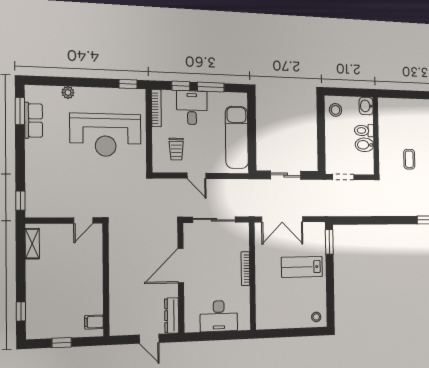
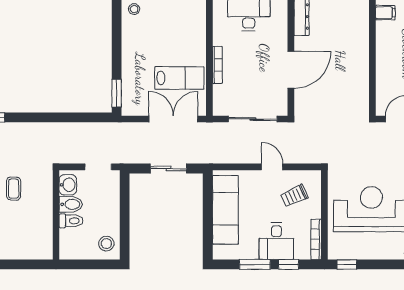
washbasin: (366, 106) -> (68, 185), moved
trolley: (176, 149) -> (294, 196), turned -114
lab bench: (302, 267) -> (179, 78), moved

